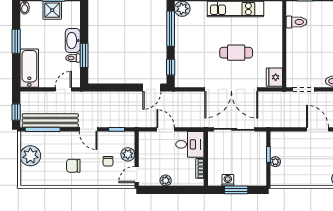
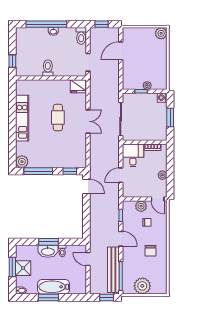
toilet: (296, 22) -> (48, 68), moved
window: (84, 55) -> (48, 242), moved
bathtub: (29, 68) -> (54, 287), moved
double door: (231, 89) -> (88, 121), width x0.54
door: (88, 129) -> (121, 239), hinge flipped
washing machine: (228, 180) -> (162, 98), moved

